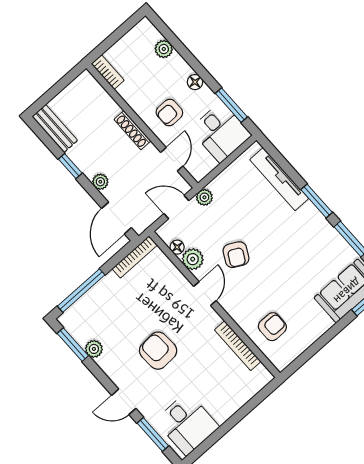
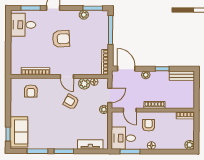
plant: (164, 49) -> (190, 145), moved
tv unit: (279, 179) -> (90, 144), width x0.71

